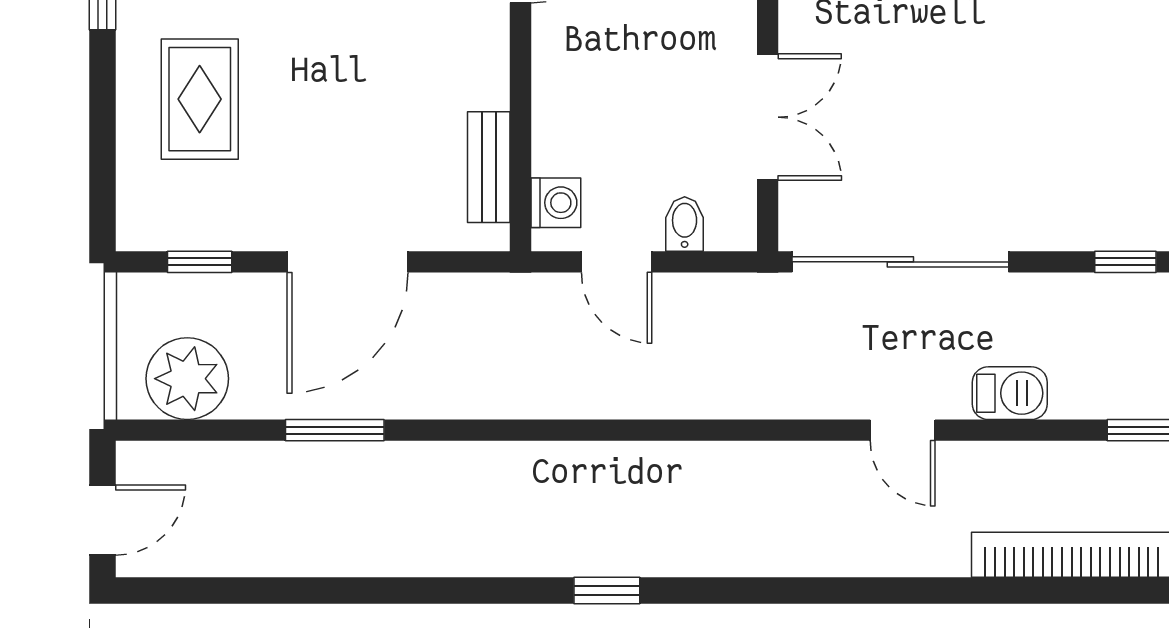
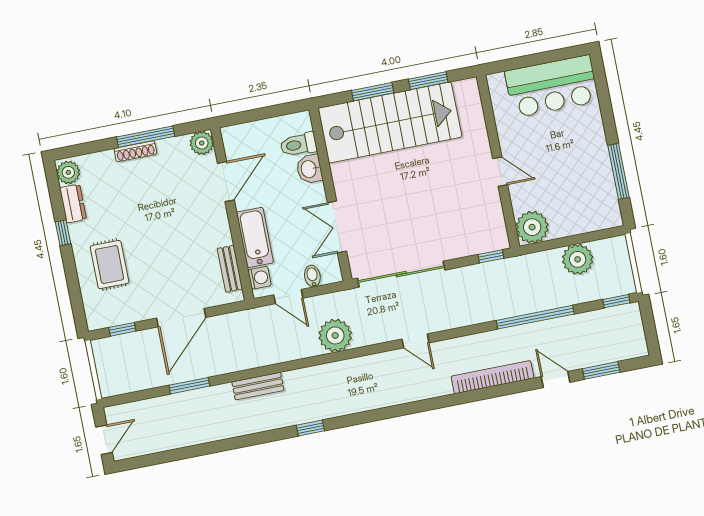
bathtub: (564, 103) -> (255, 237), added
double door: (768, 117) -> (337, 227), swing flipped
plant: (187, 379) -> (335, 335), moved
barbecue: (1010, 393) -> (455, 318), removed
bench: (500, 464) -> (258, 386), added

